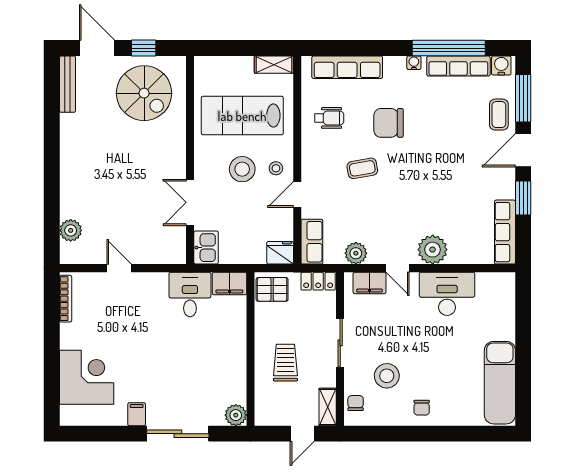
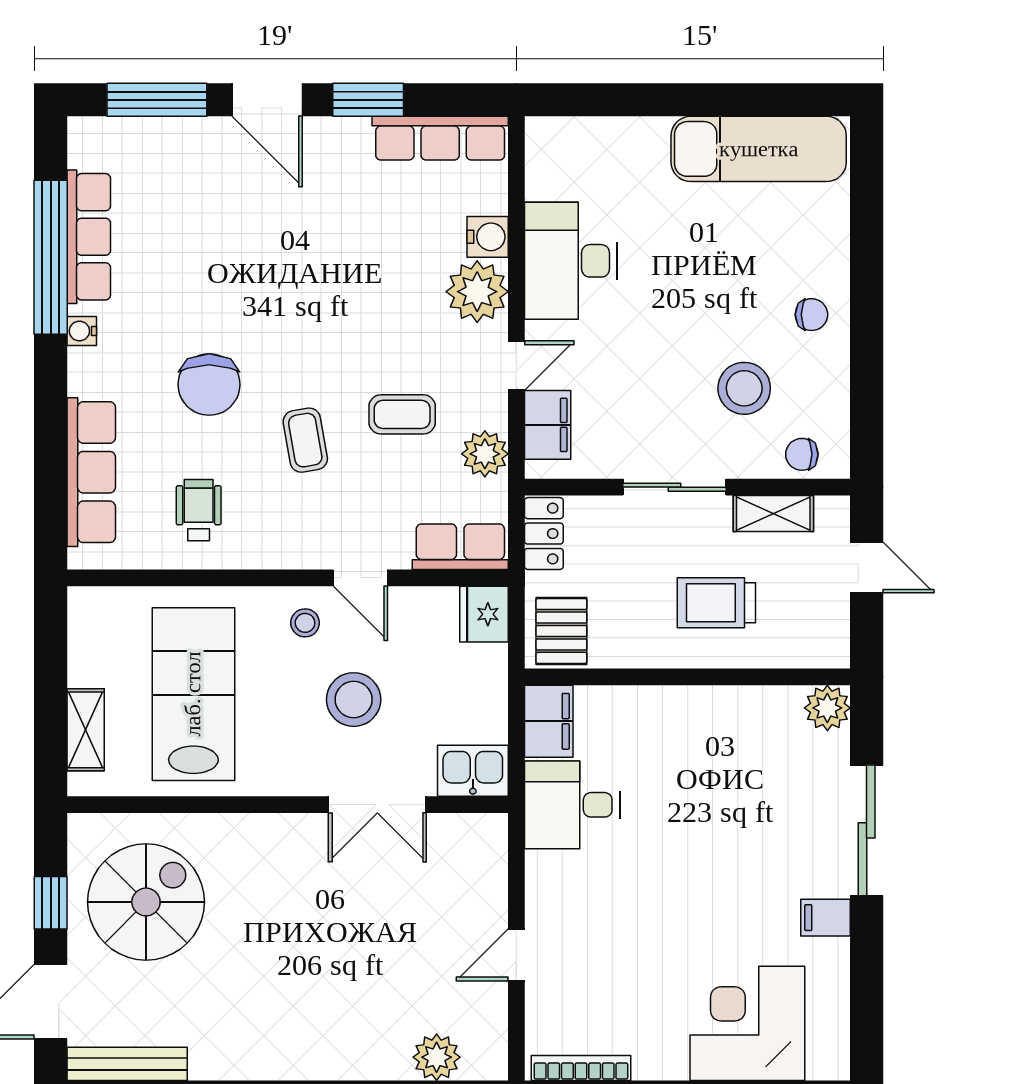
shelving: (274, 65) -> (86, 730), moved
water cooler: (501, 66) -> (488, 237), moved, turned 180
coffee table: (499, 115) -> (402, 414), moved
lab bench: (242, 116) -> (193, 694), turned 180
stool: (242, 169) -> (354, 700), moved
shelving: (328, 407) -> (773, 513), moved

